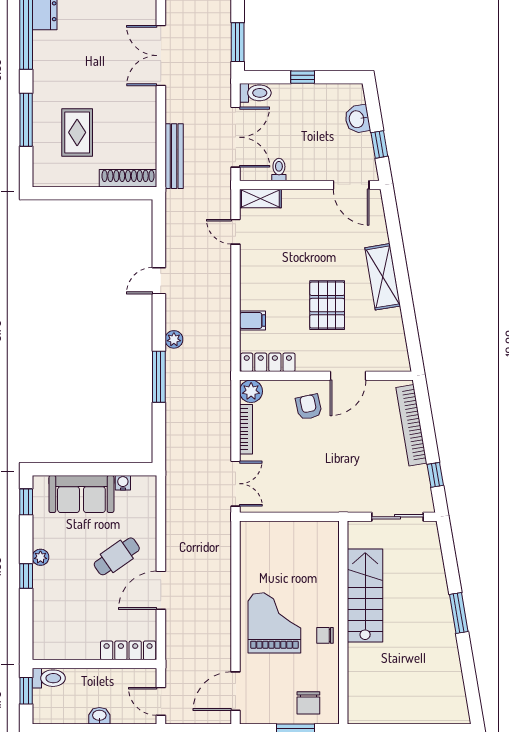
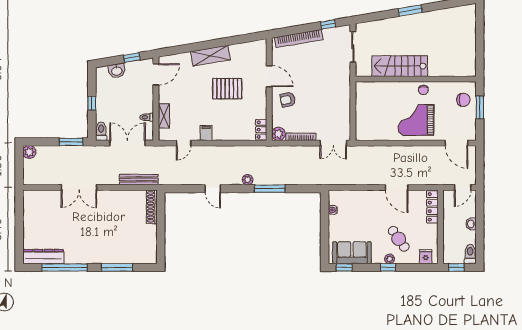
rug: (77, 132) -> (125, 237), removed
shelving: (260, 198) -> (164, 116), moved
filing cabinet: (252, 321) -> (206, 133), moved
locker: (268, 362) -> (261, 130), width x0.66
double door: (236, 484) -> (333, 143), swing flipped
sofa: (81, 494) -> (352, 253), moved, turned -90
cafe table: (117, 556) -> (399, 239), moved
plant: (40, 557) -> (390, 259), moved
fridge: (44, 639) -> (426, 257), added
toilet: (49, 678) -> (470, 254), moved

